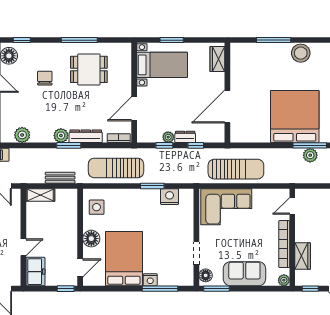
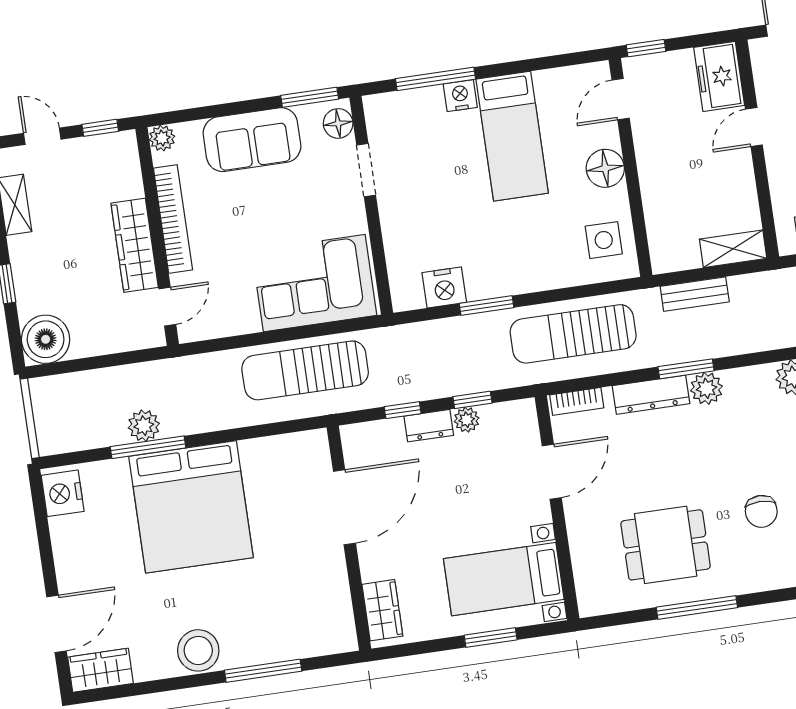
sun lounger: (116, 168) -> (573, 334), turned 180
wardrobe: (303, 256) -> (135, 245), moved, width x1.50
bed: (124, 259) -> (512, 136), width x0.67

